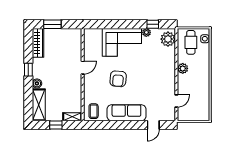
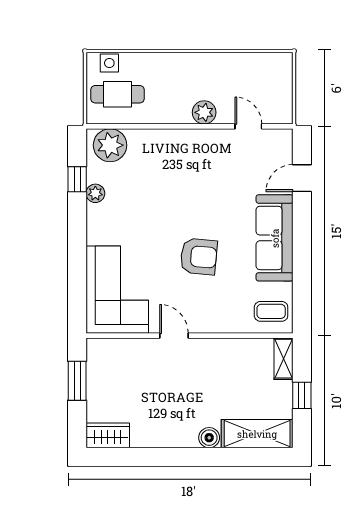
window: (52, 24) -> (77, 381), moved
corner sofa: (122, 42) -> (117, 290), moved
wardrobe: (38, 43) -> (108, 435), width x0.67
plant: (183, 68) -> (204, 112), moved
window: (28, 70) -> (178, 457), removed
door: (153, 125) -> (302, 178), swing flipped

